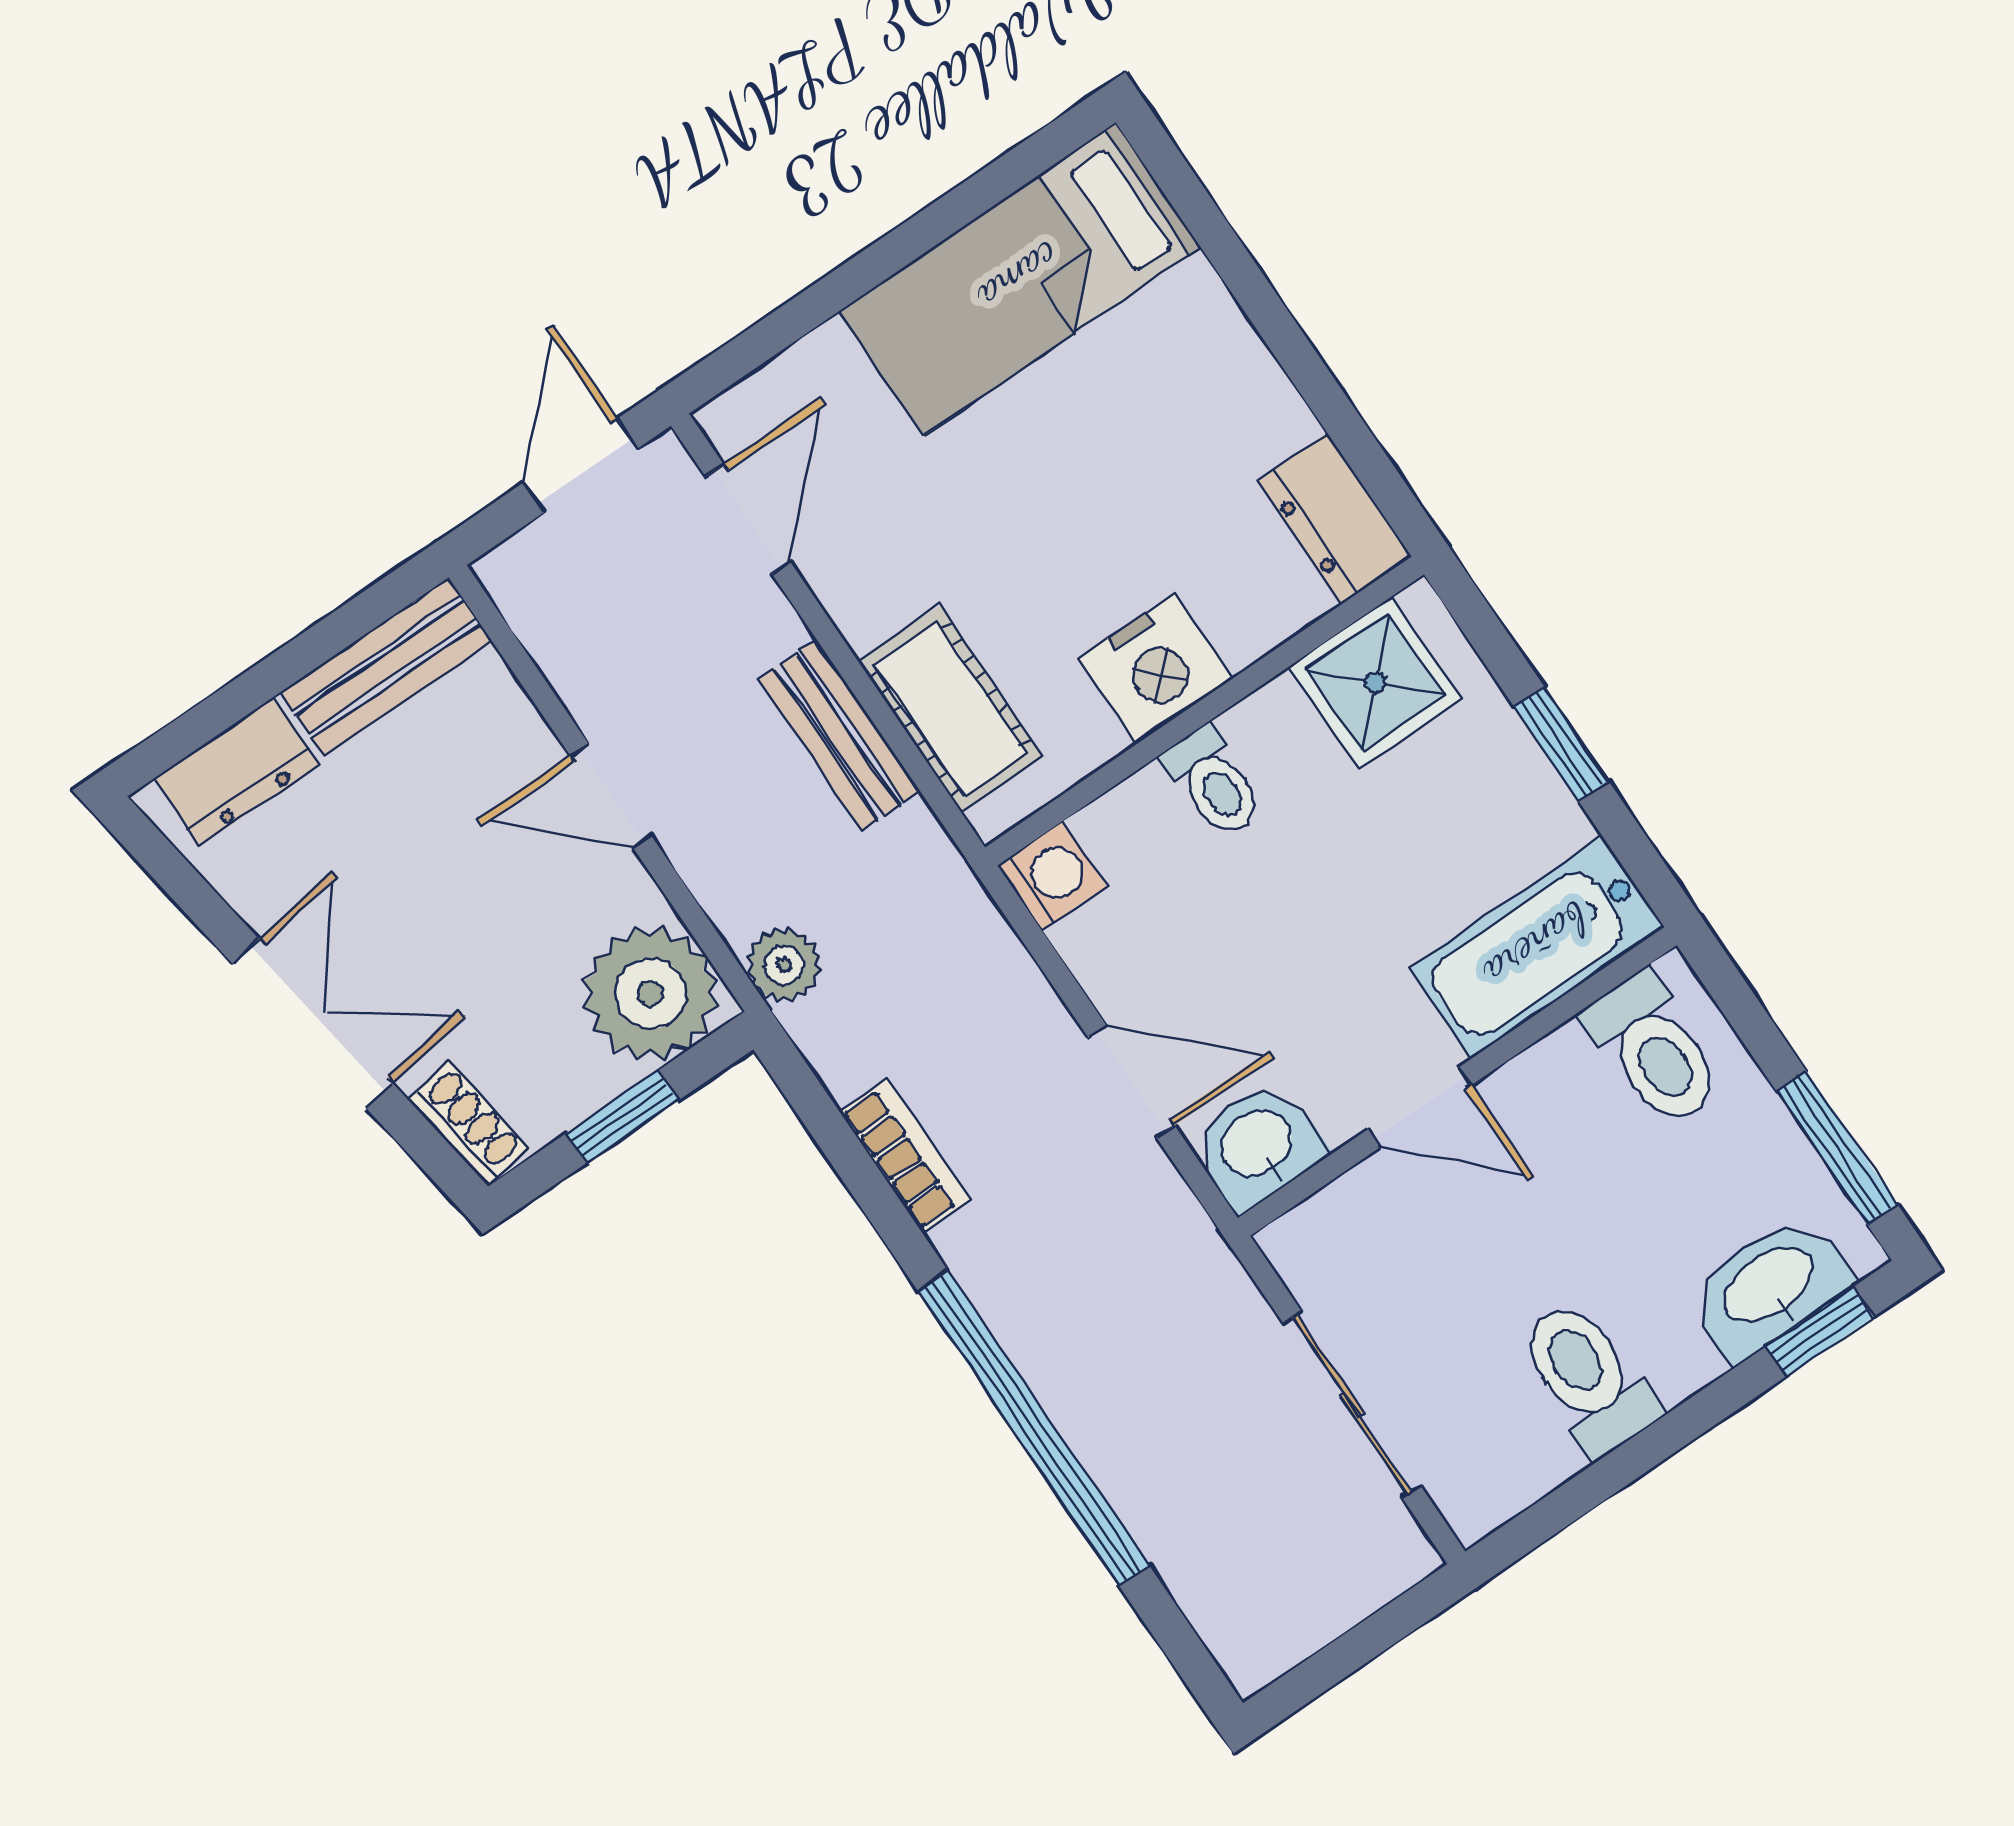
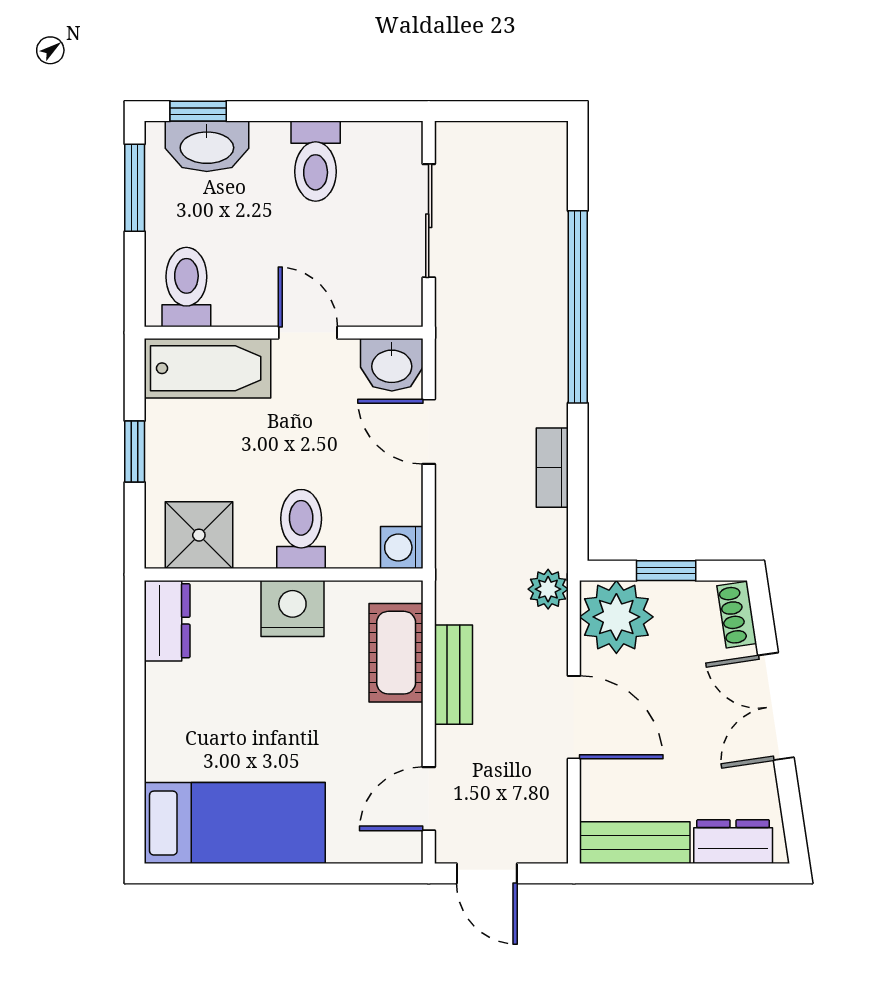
door: (581, 465) -> (487, 873), hinge flipped
toilet: (1214, 782) -> (301, 529), width x1.37, depth x1.39
door: (611, 796) -> (574, 717), width x1.38

